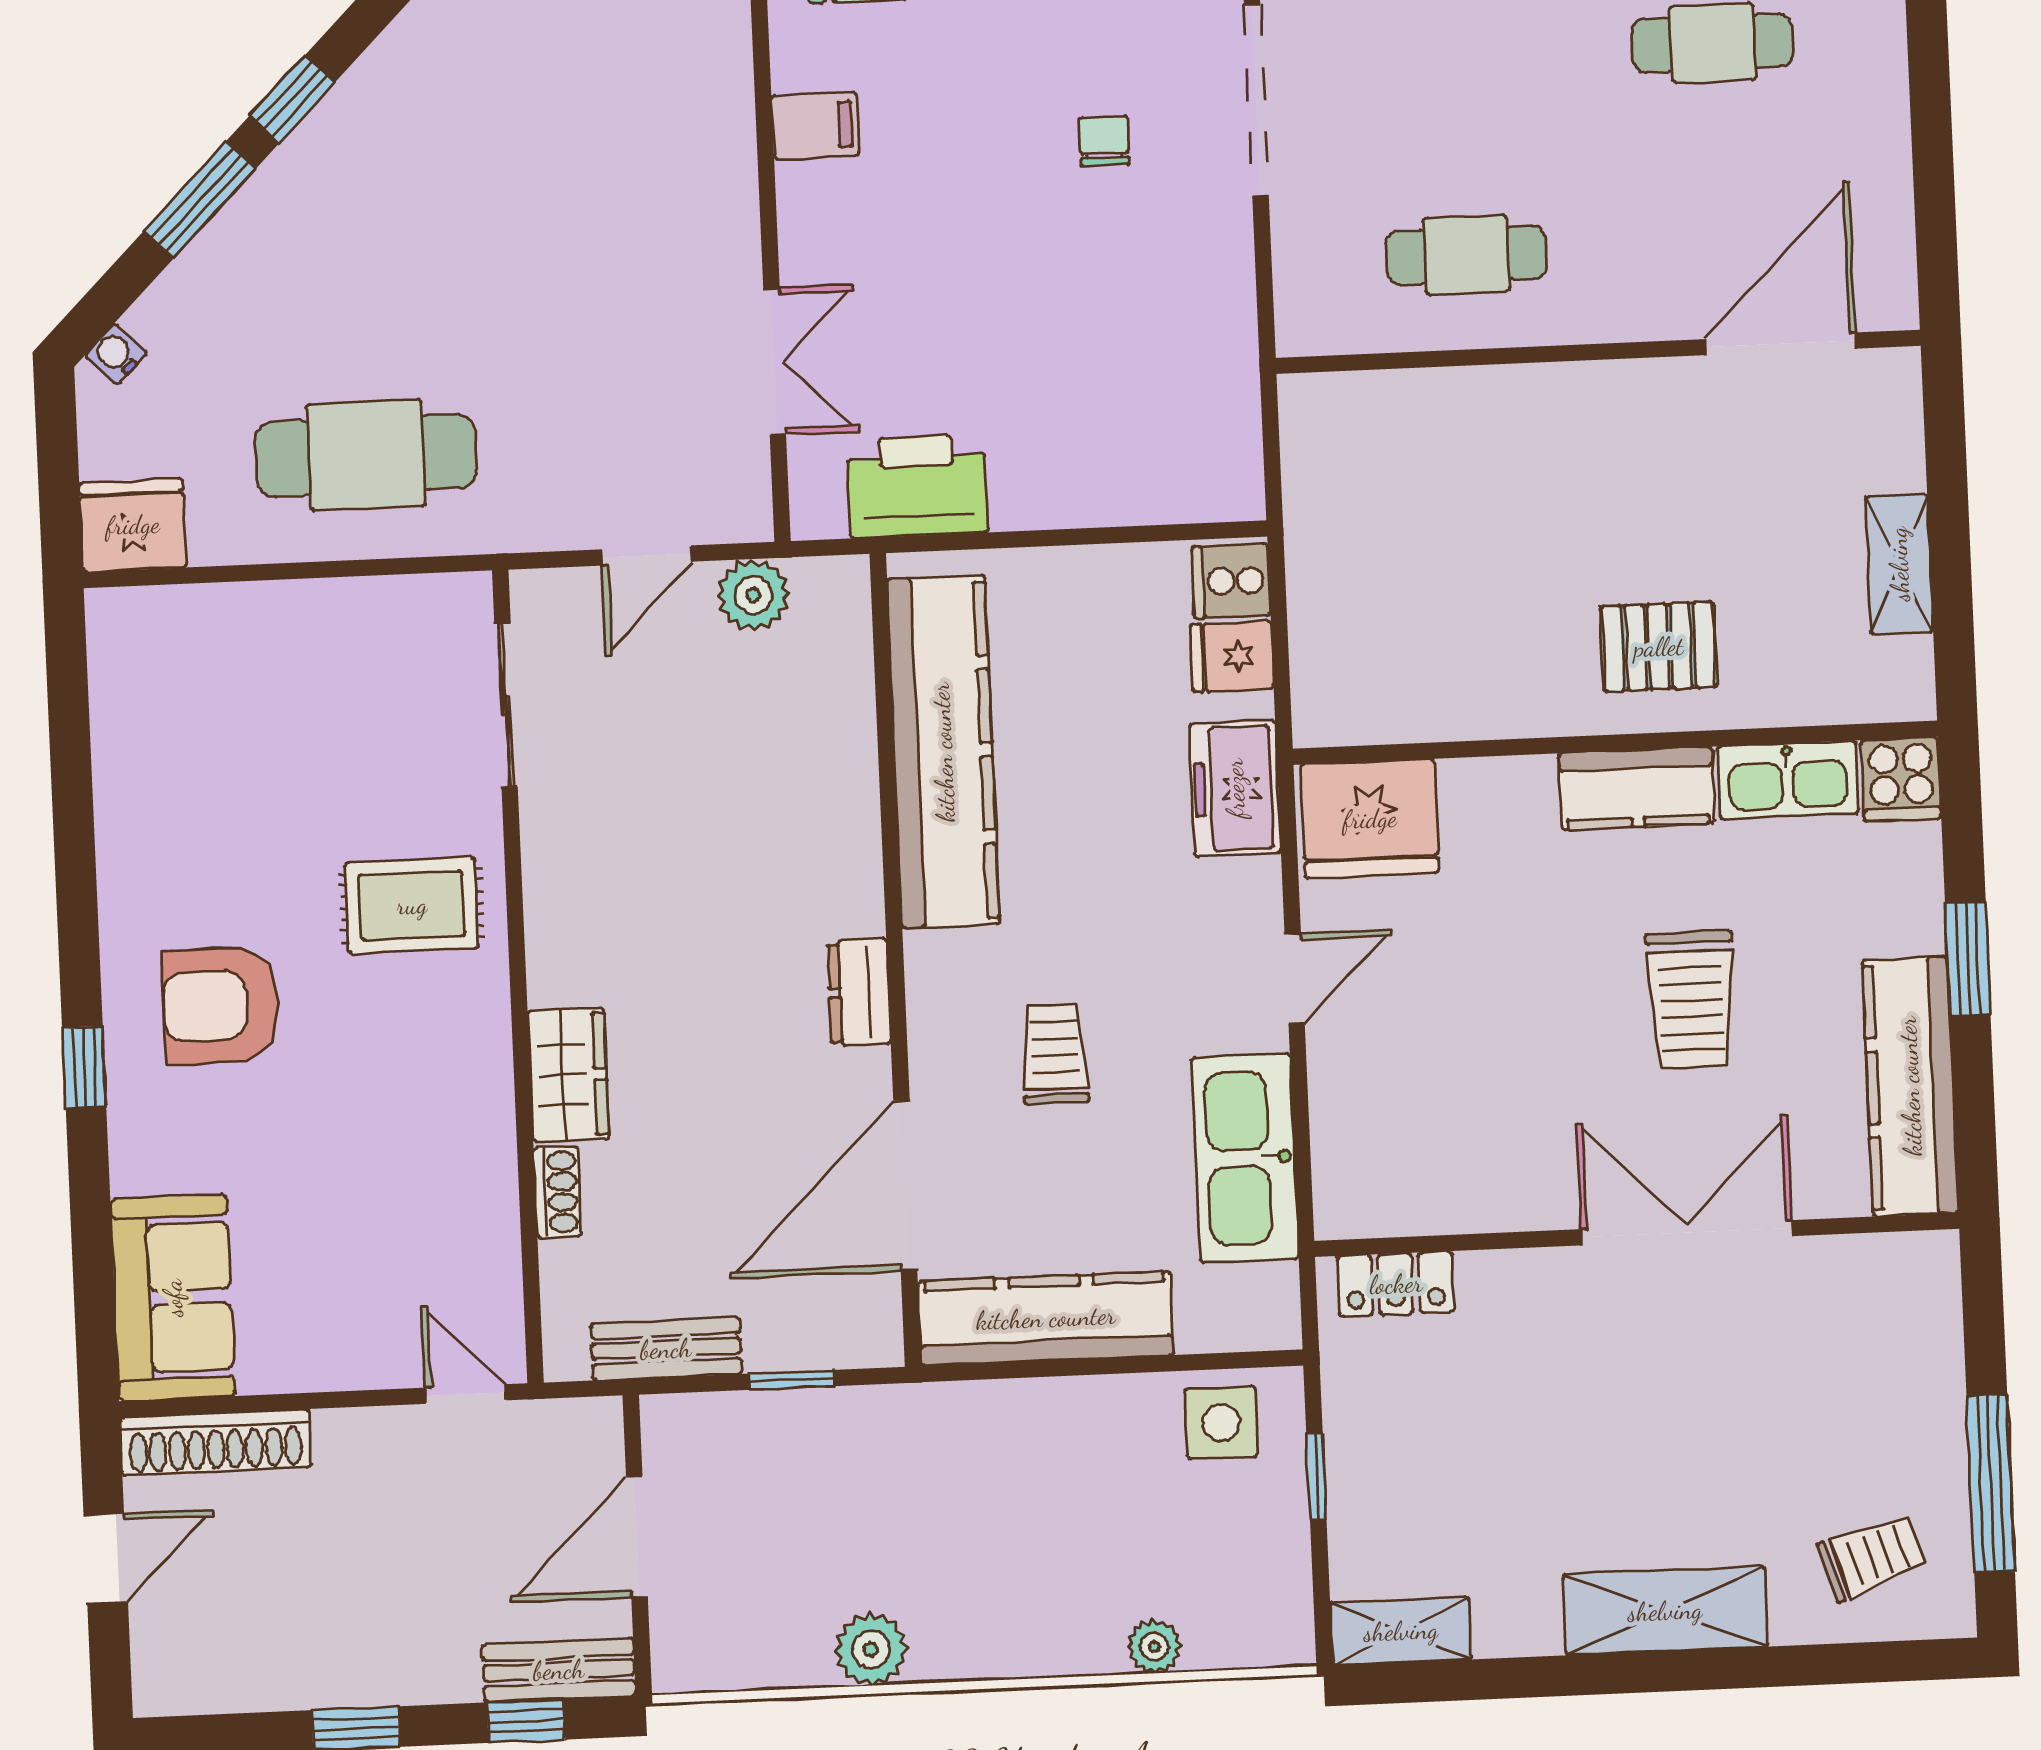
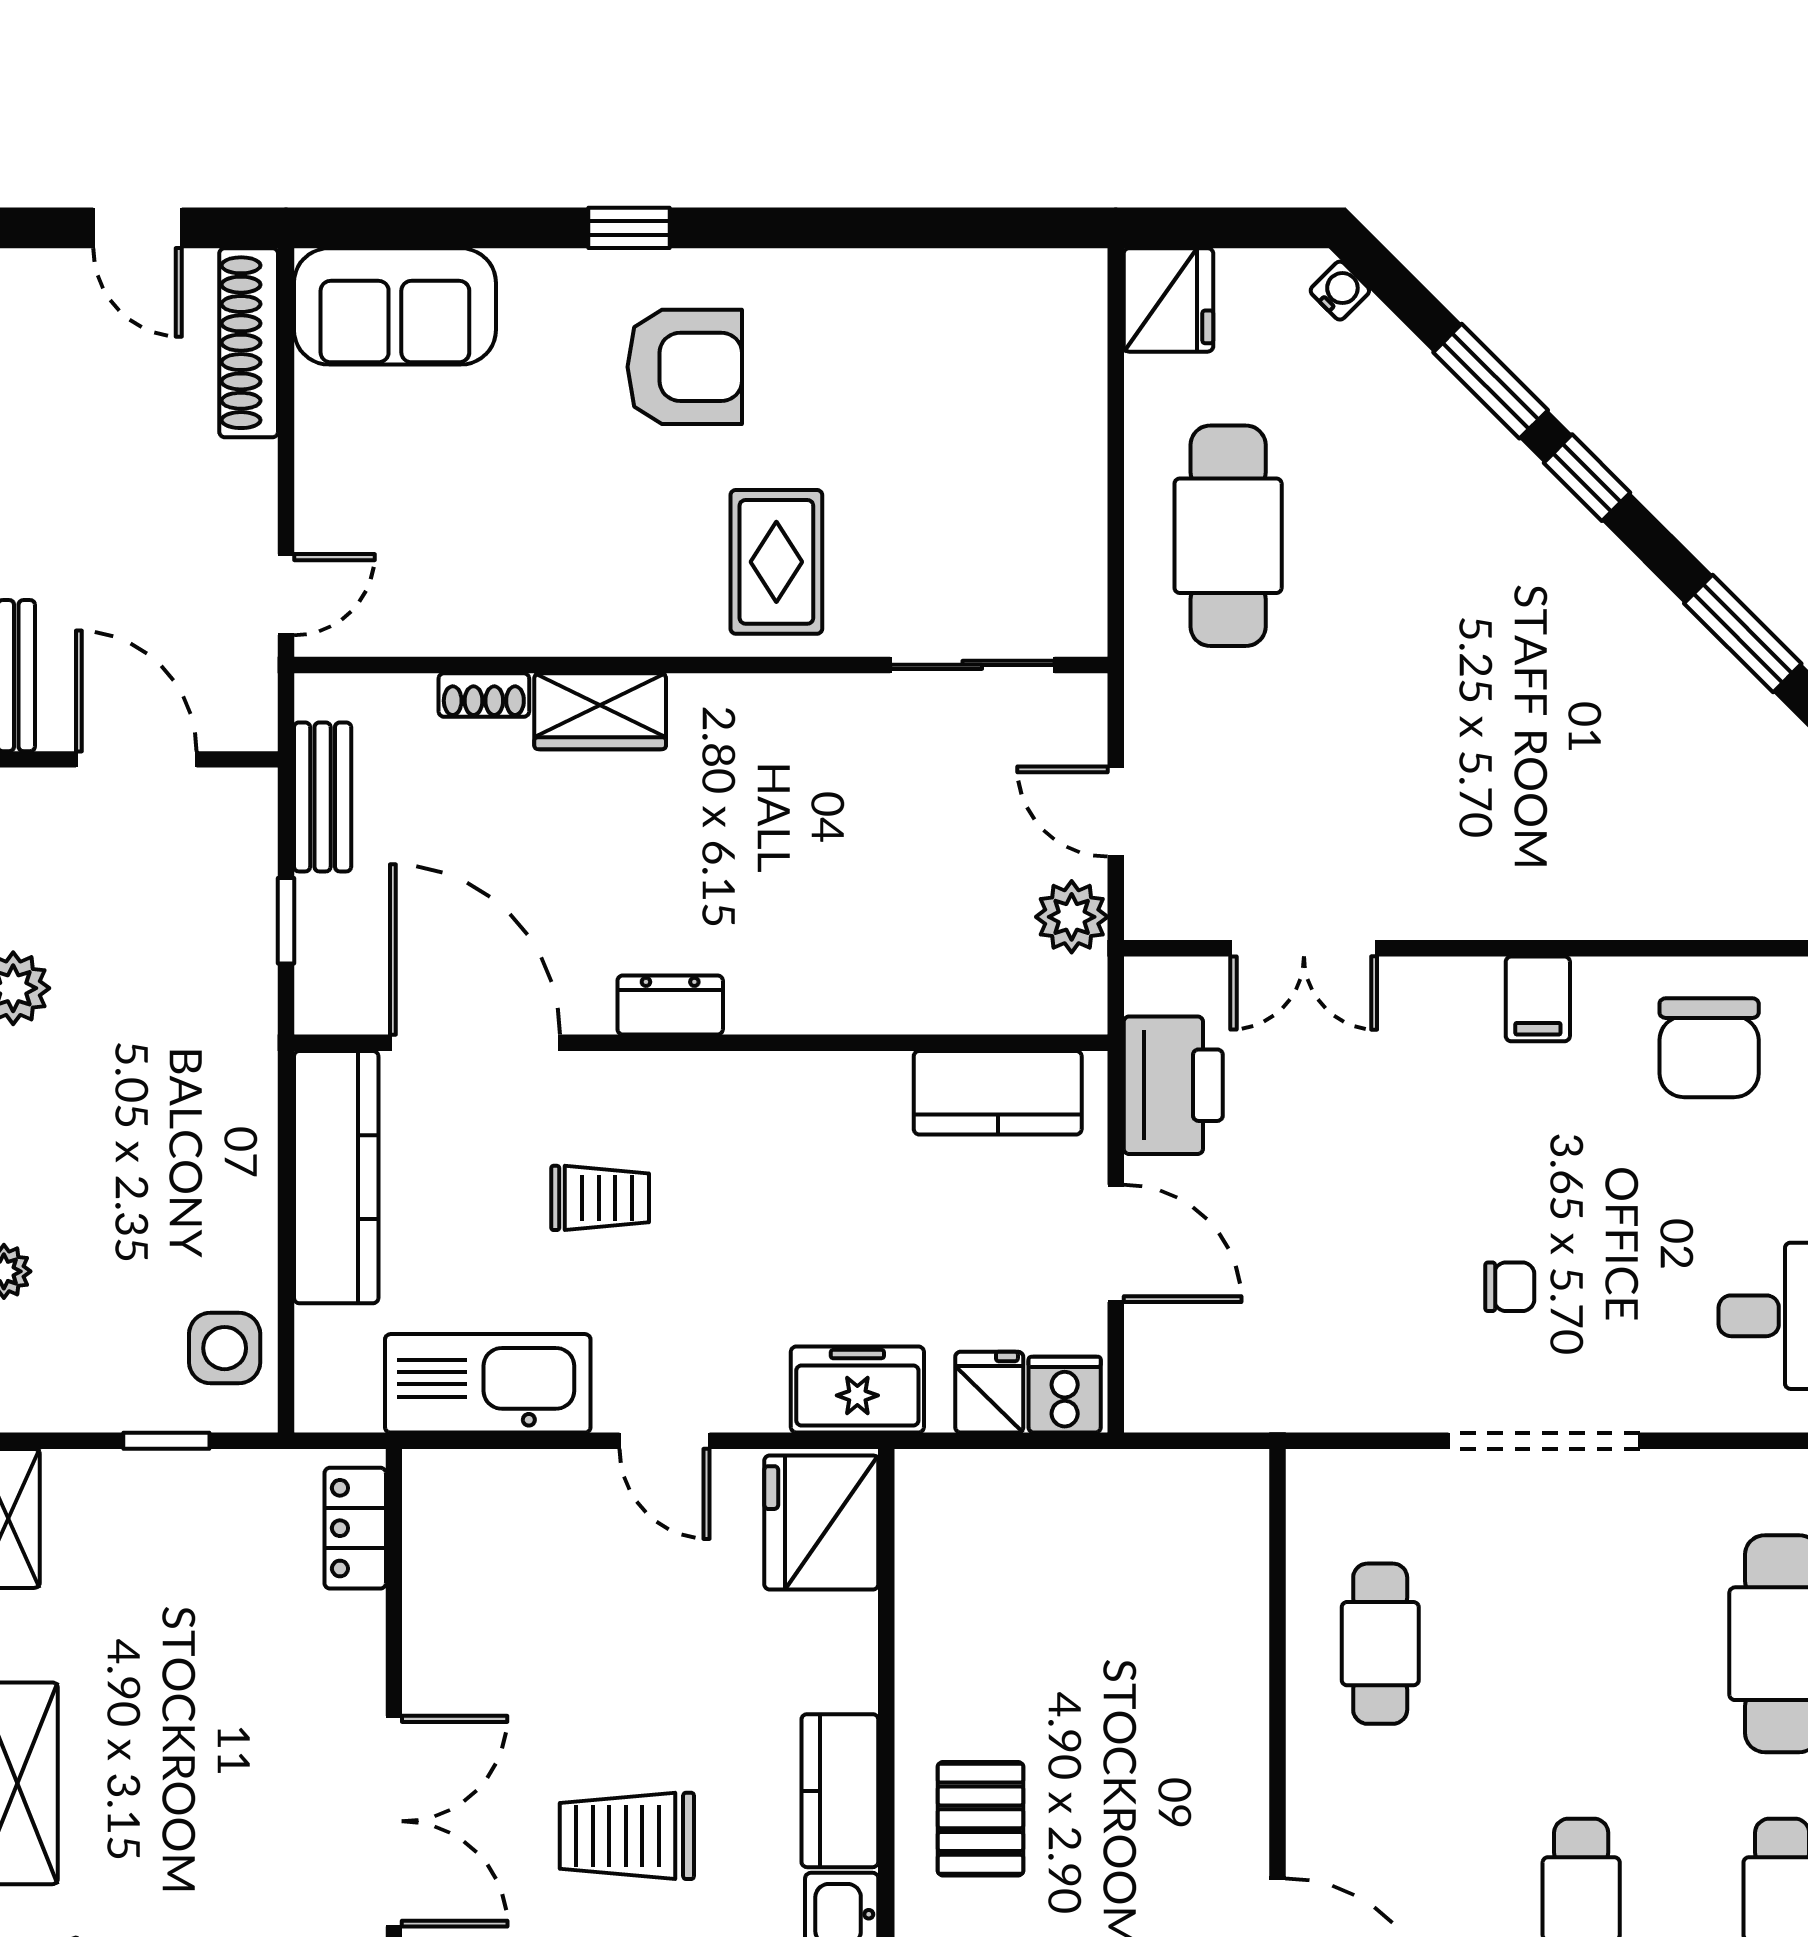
door: (1078, 537) -> (1116, 1243), added
kitchen counter: (943, 752) -> (998, 1093), width x0.48, depth x0.86
armchair: (221, 1006) -> (685, 367), turned 90

